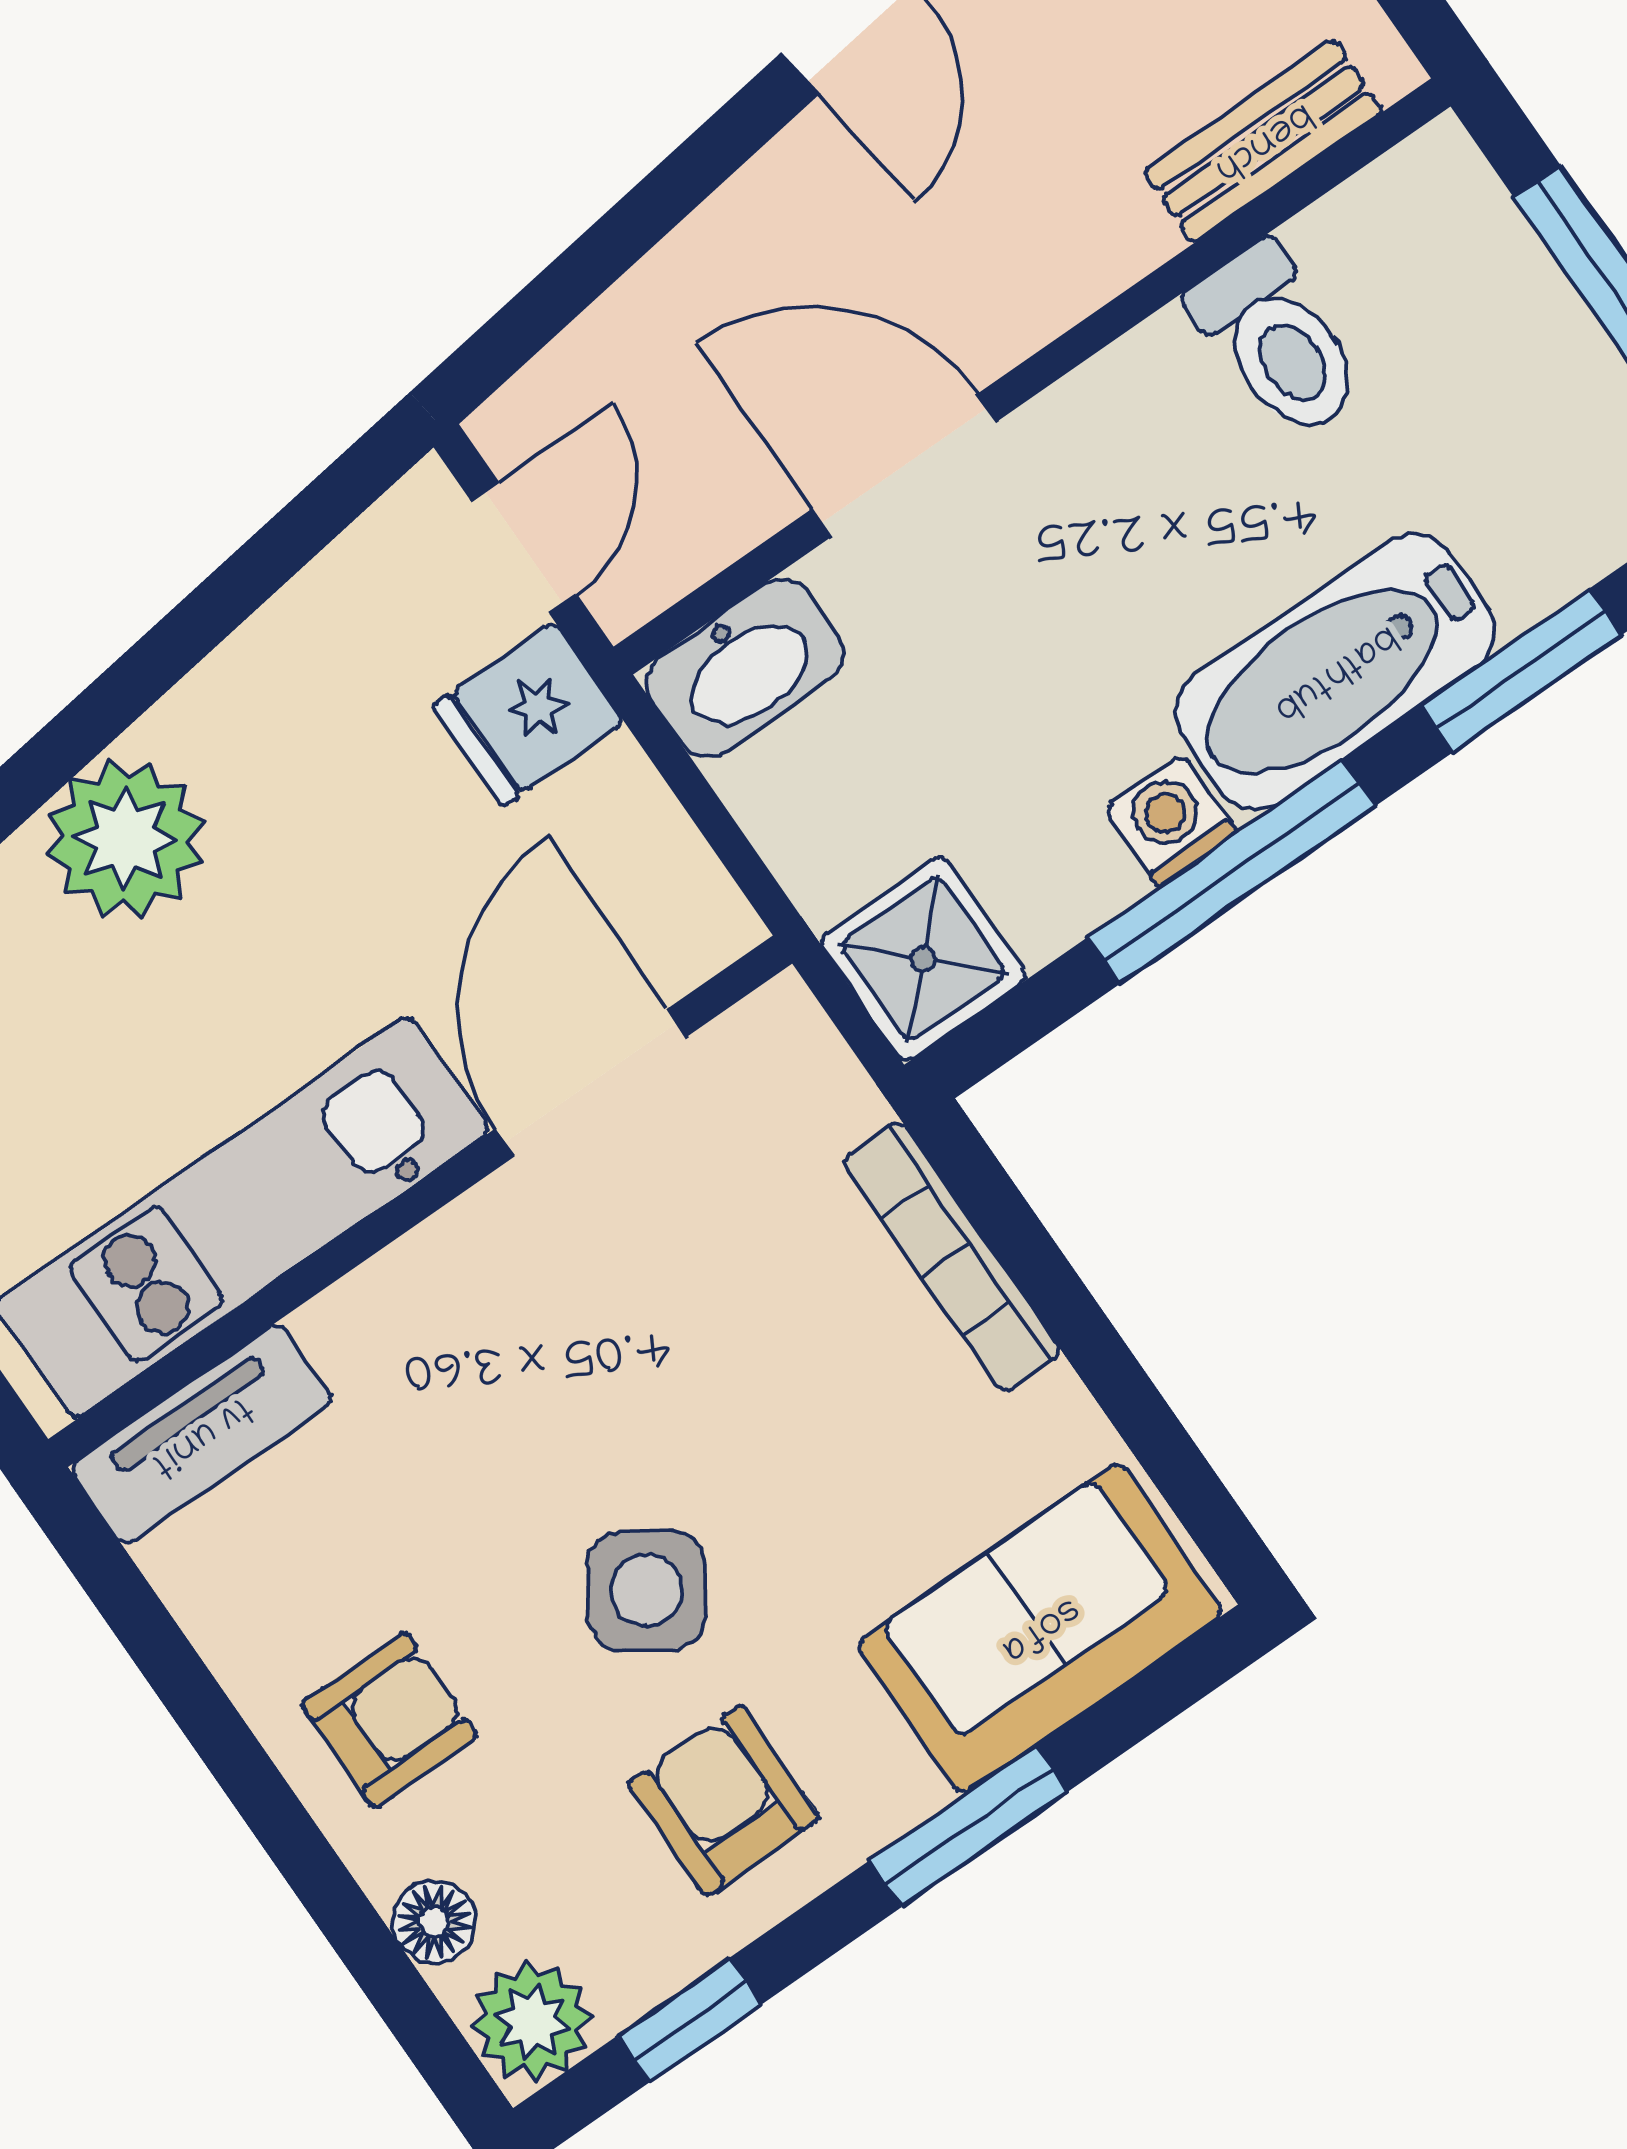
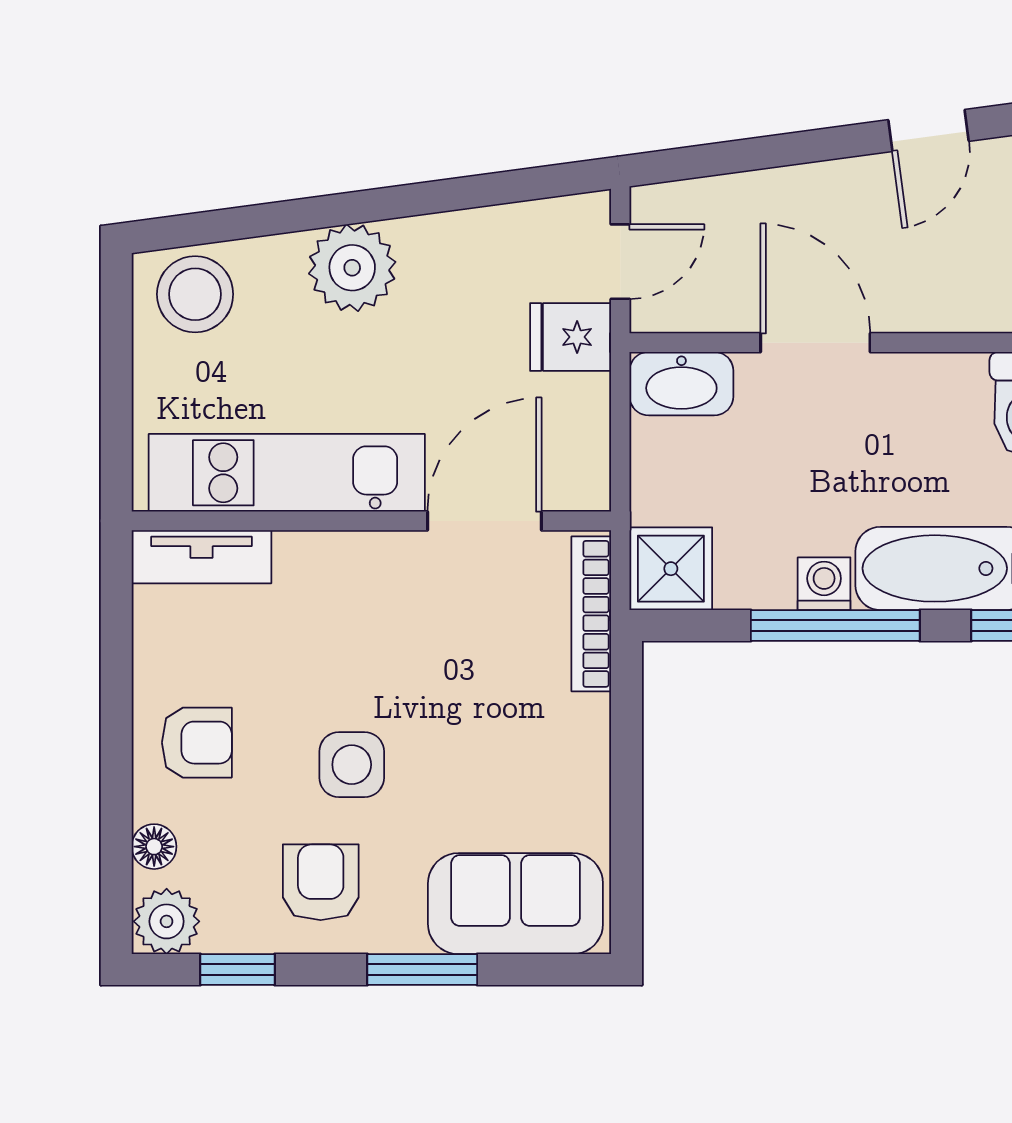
bookcase: (952, 1257) -> (591, 614), moved
side table: (647, 1590) -> (352, 765), turned -33

